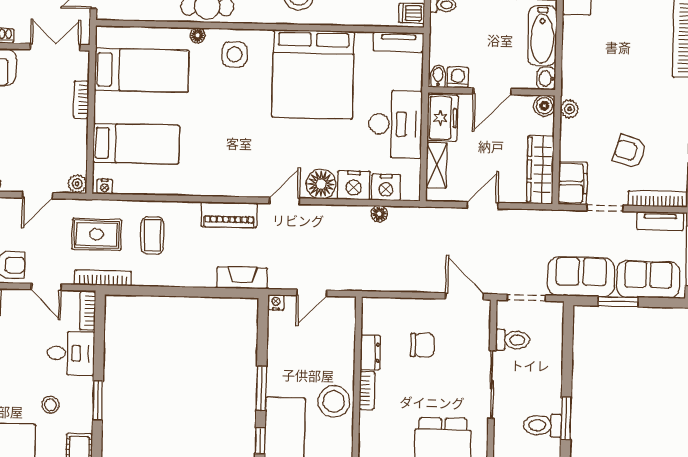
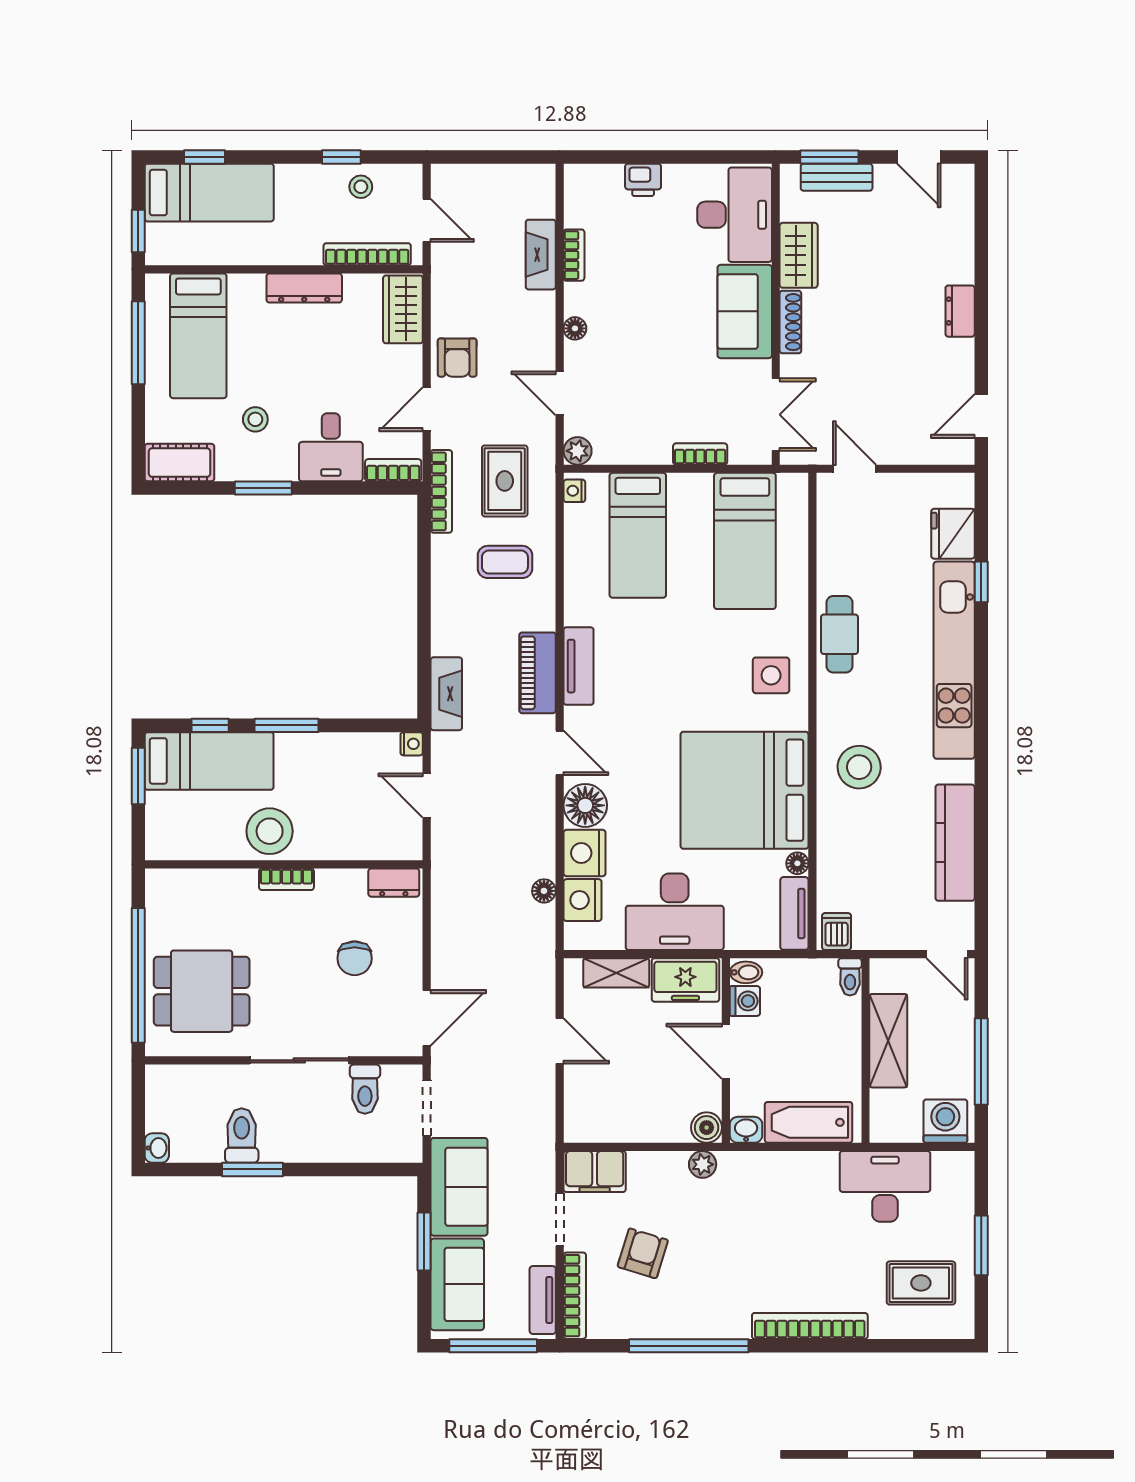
floor lamp: (198, 35) -> (797, 863), moved
wardrobe: (540, 170) -> (614, 1124), removed
tv unit: (225, 186) -> (579, 666), added
dresser: (370, 353) -> (394, 883), moved

